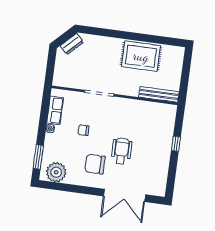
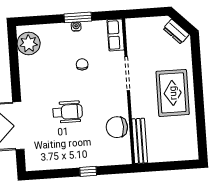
rug: (141, 56) -> (173, 93), moved
row of seats: (55, 110) -> (116, 35), moved, turned 90
window: (38, 157) -> (78, 17), moved
chair: (95, 164) -> (117, 127), moved, turned -90

